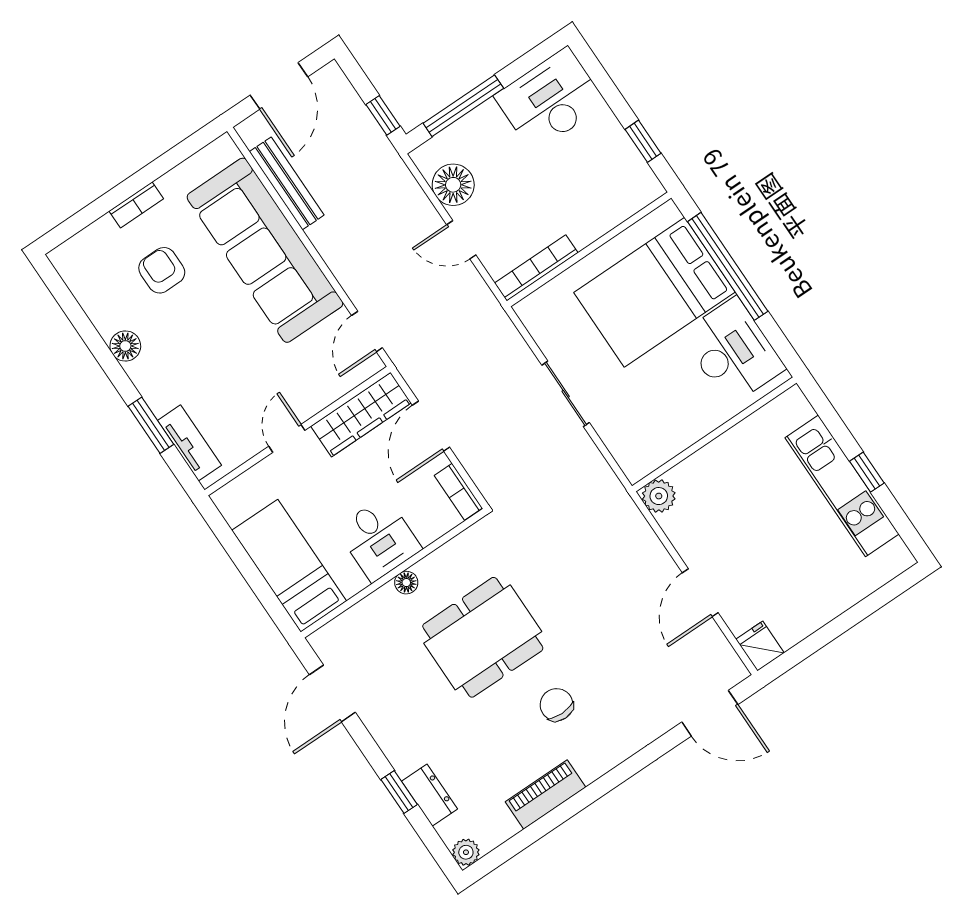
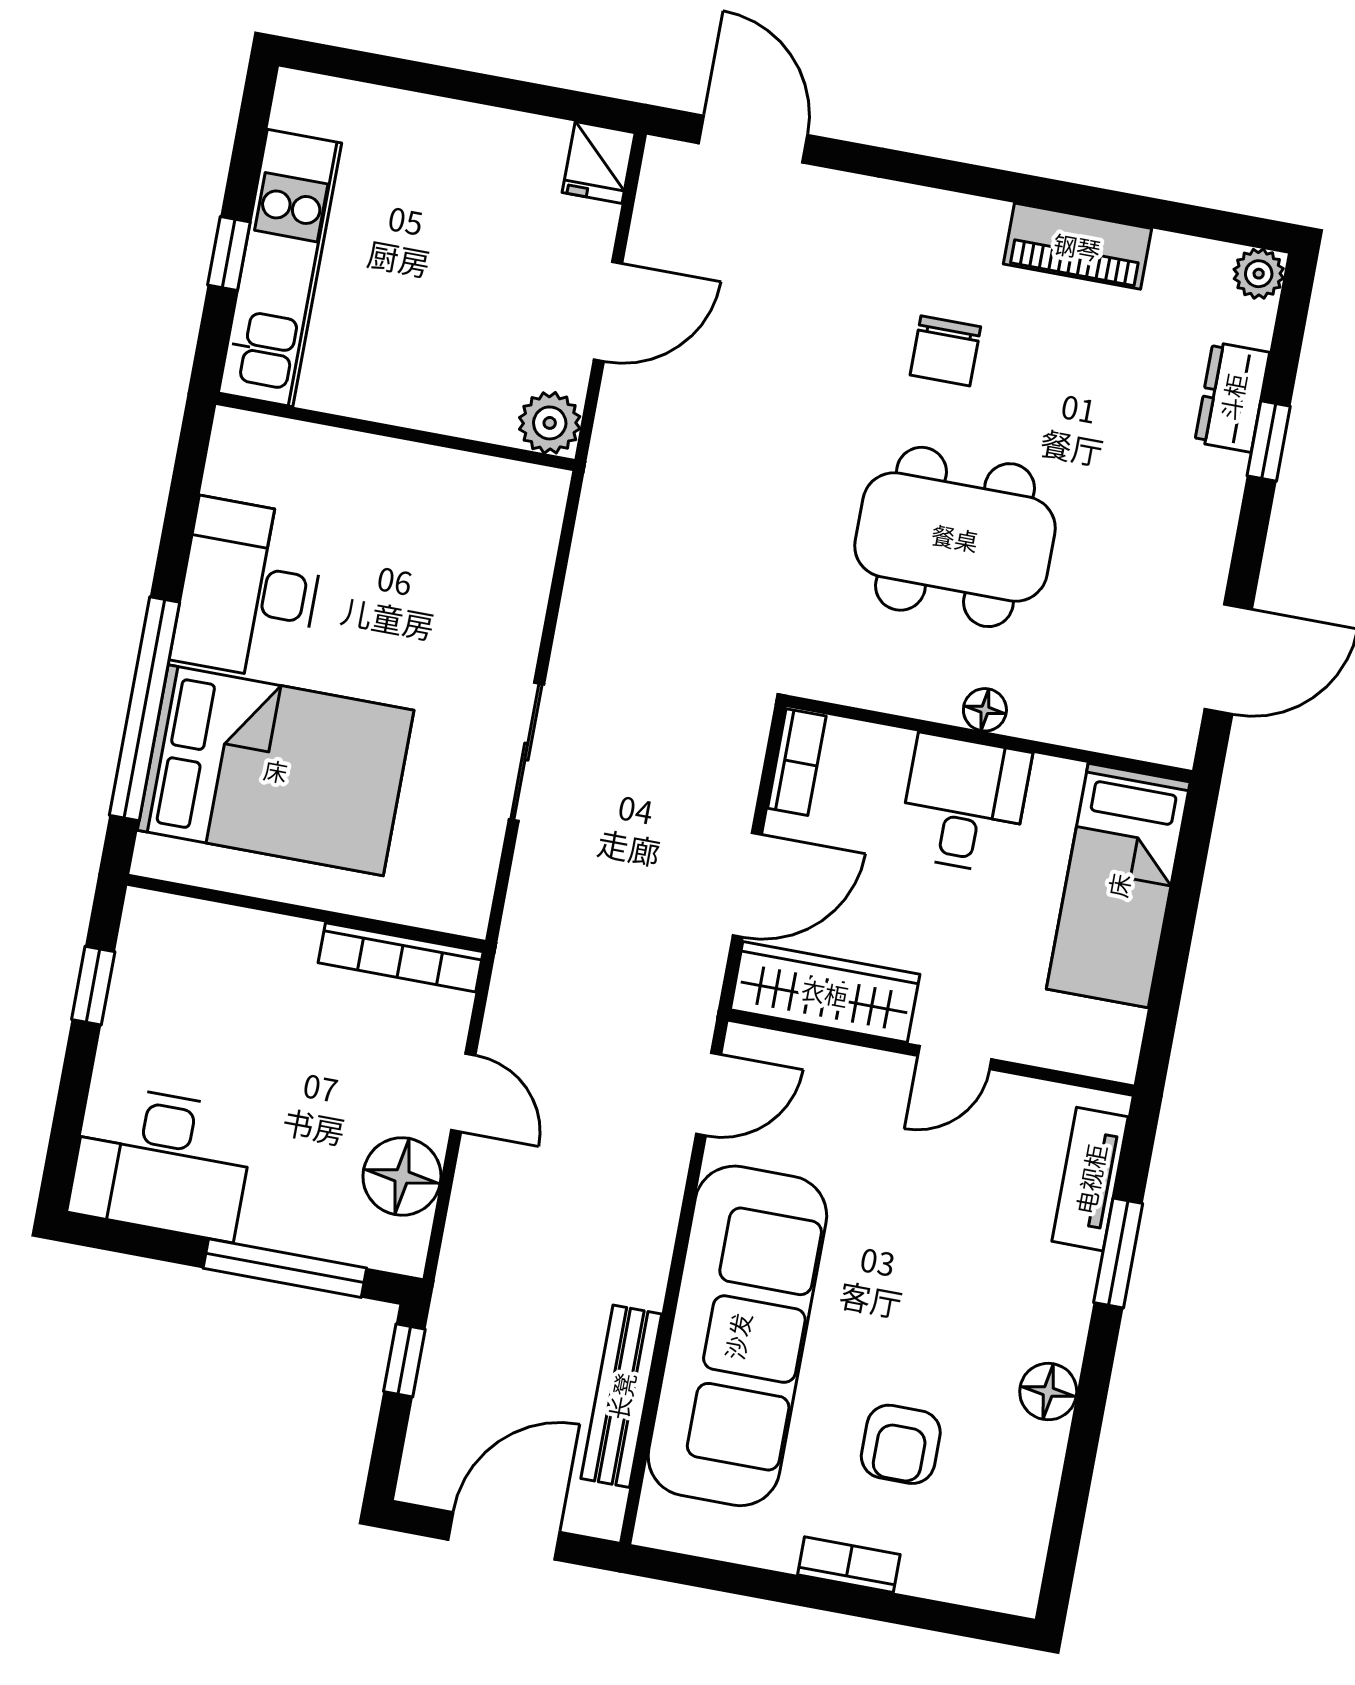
wall: (714, 434) -> (395, 432), moved
plant: (659, 496) -> (550, 423), moved

